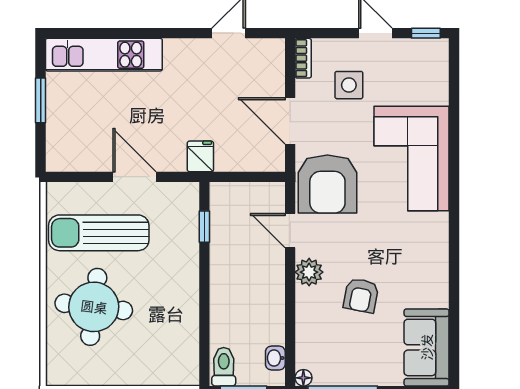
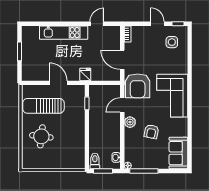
kitchen unit: (104, 55) -> (64, 33), moved
side table: (349, 85) -> (172, 42), moved
corner sofa: (412, 159) -> (172, 96), moved
door: (290, 231) -> (122, 105), hinge flipped
round table: (94, 307) -> (41, 136), width x0.73, depth x0.73

